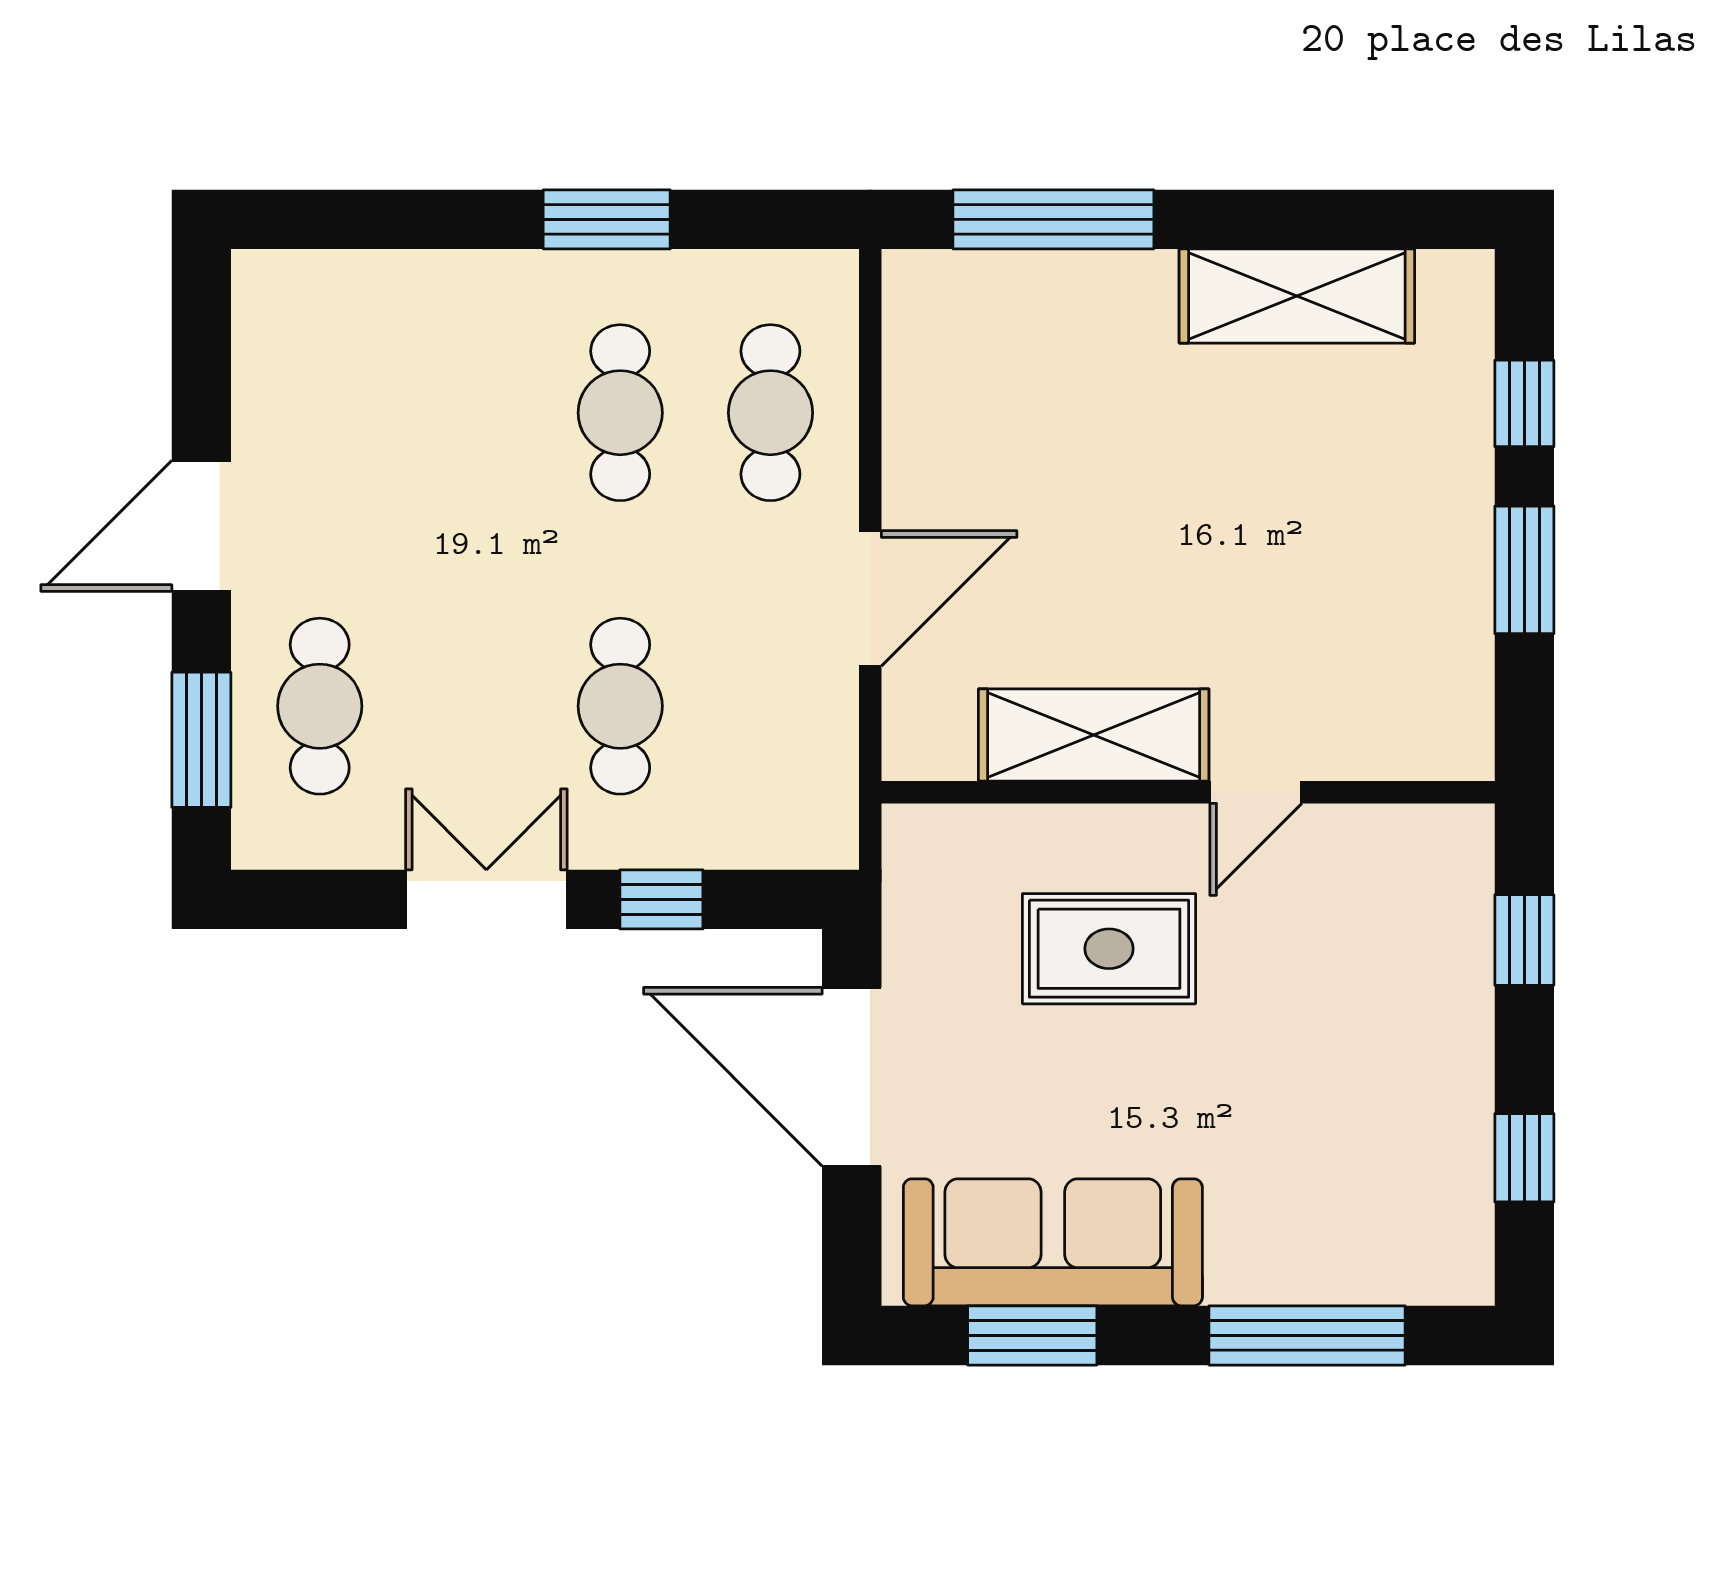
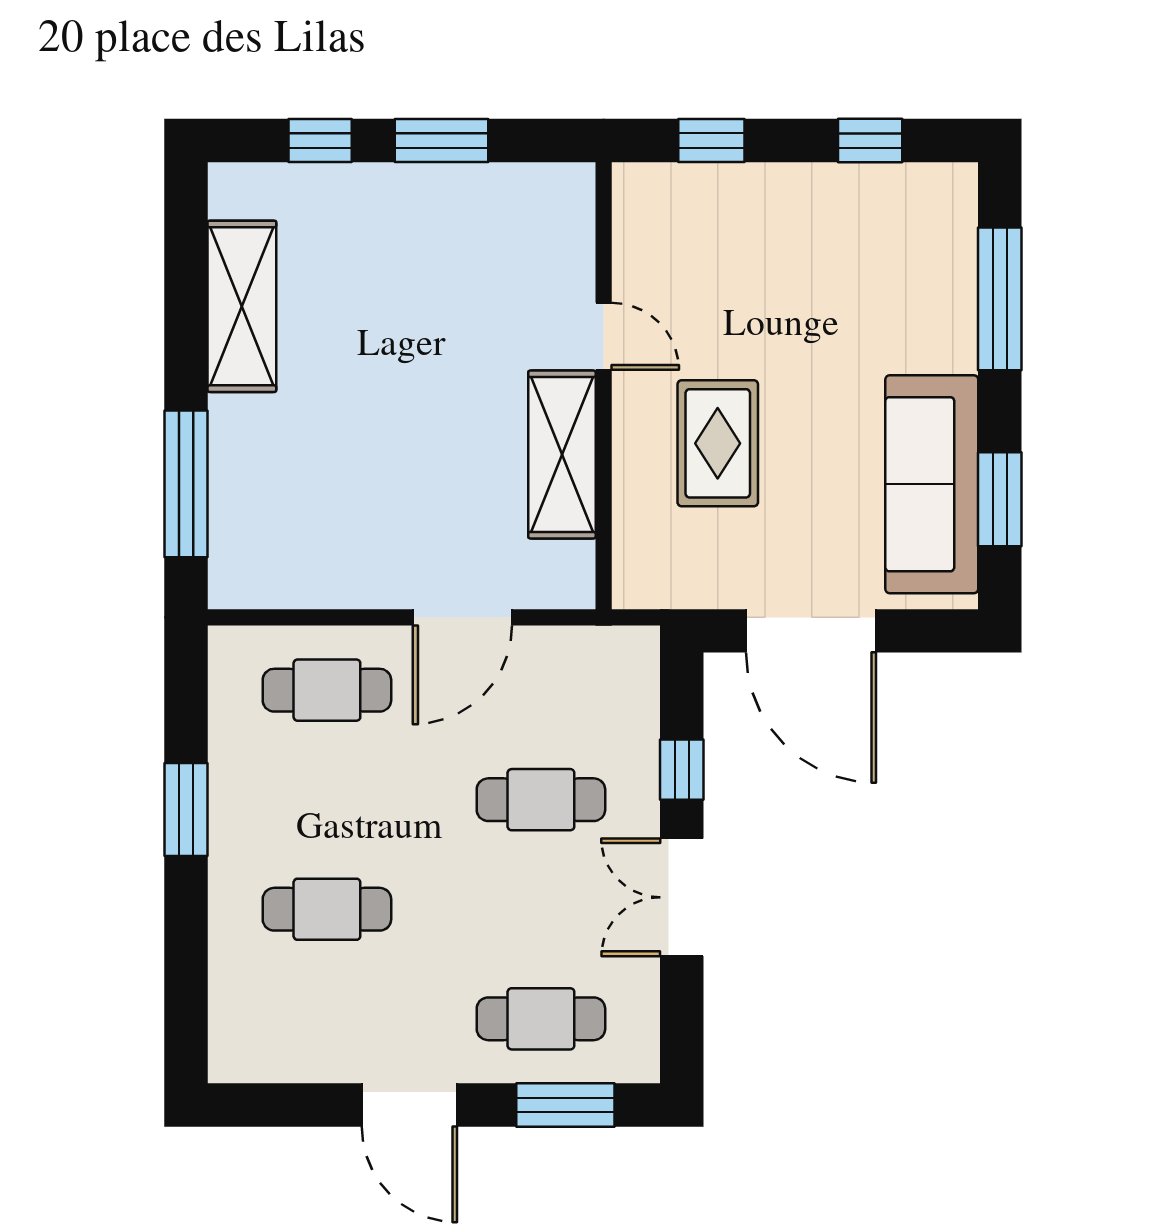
cafe table: (620, 413) -> (327, 909), moved
door: (870, 598) -> (462, 617), swing flipped
door: (852, 1077) -> (811, 631), hinge flipped

